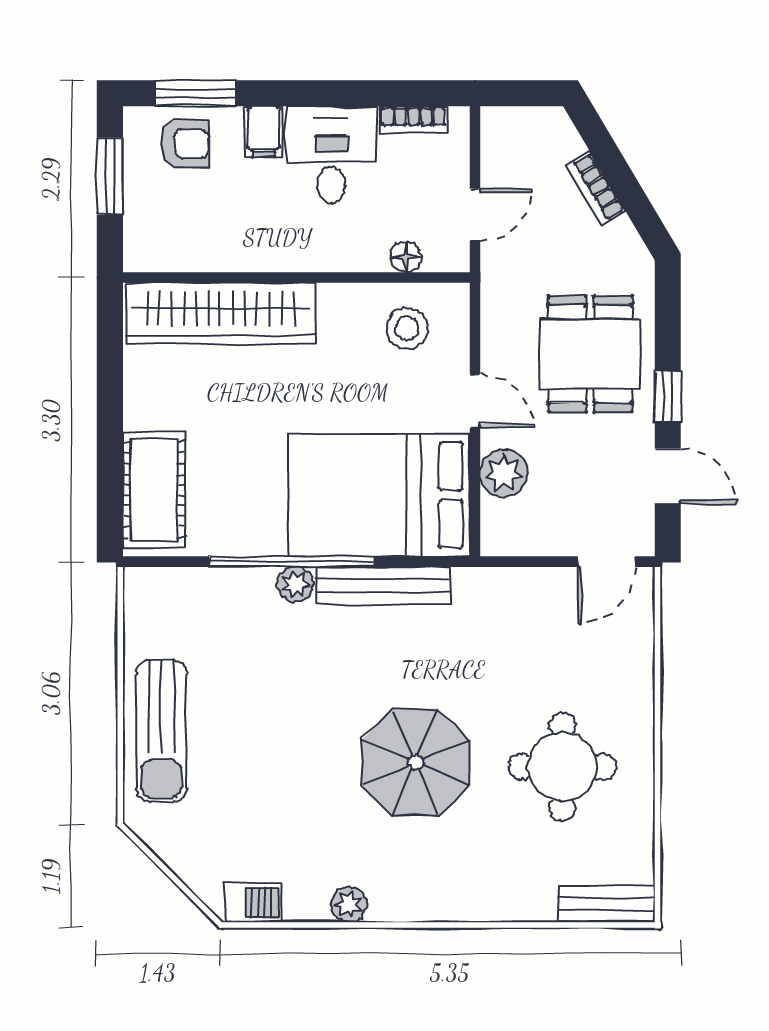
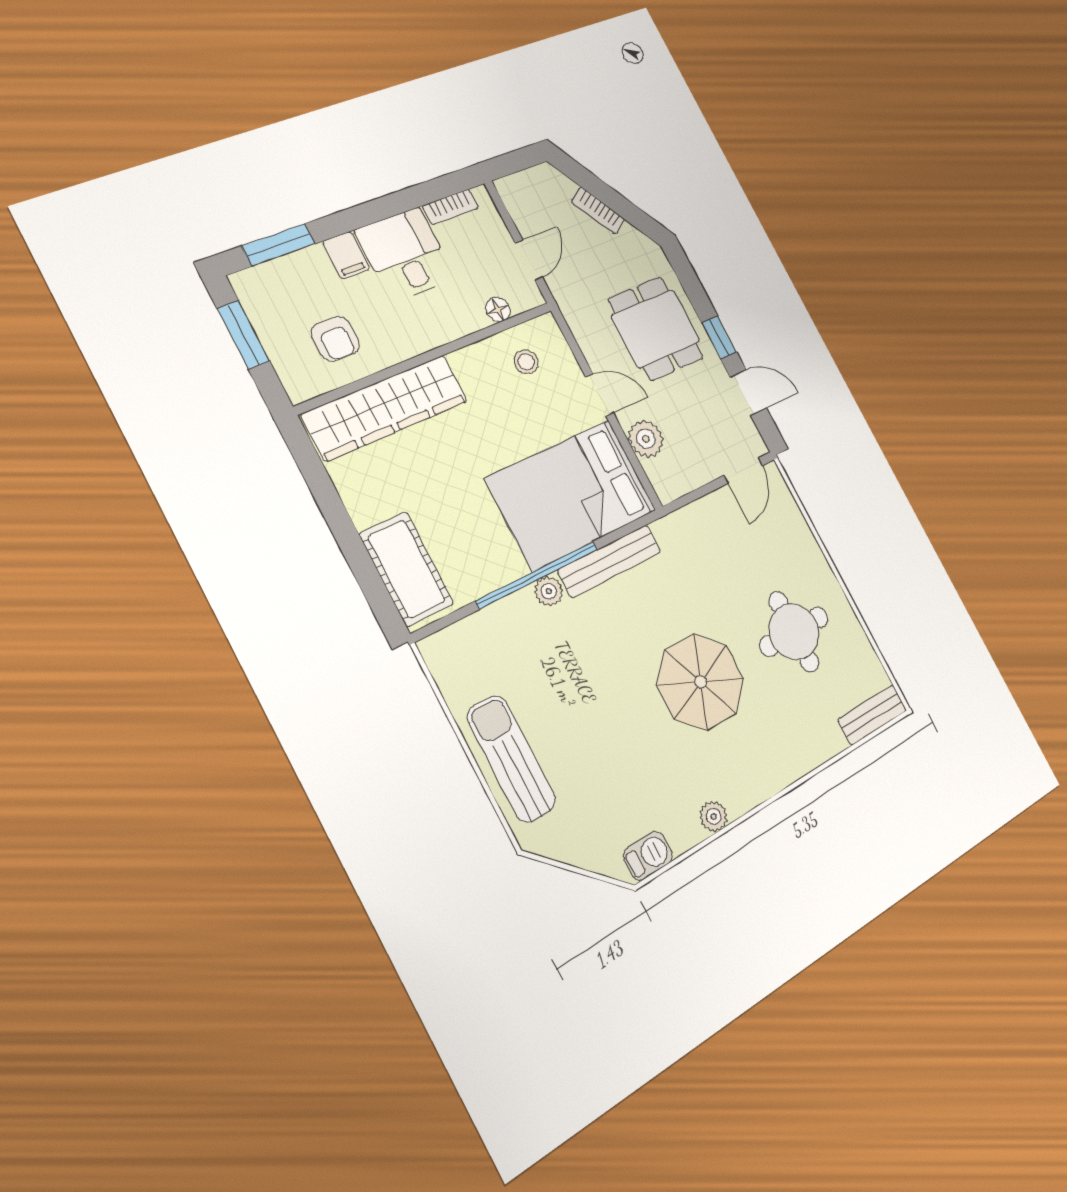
armchair: (185, 144) -> (335, 339), moved, turned 90
stool: (407, 328) -> (526, 362), width x0.73, depth x0.73
sun lounger: (161, 731) -> (511, 759), turned 180

